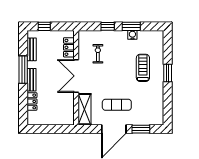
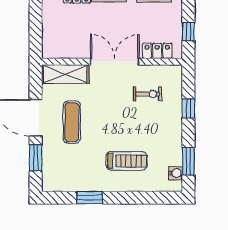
window: (44, 26) -> (188, 32), moved
window: (131, 26) -> (188, 161), moved
water cooler: (132, 35) -> (176, 173), moved
window: (168, 73) -> (90, 198), moved

